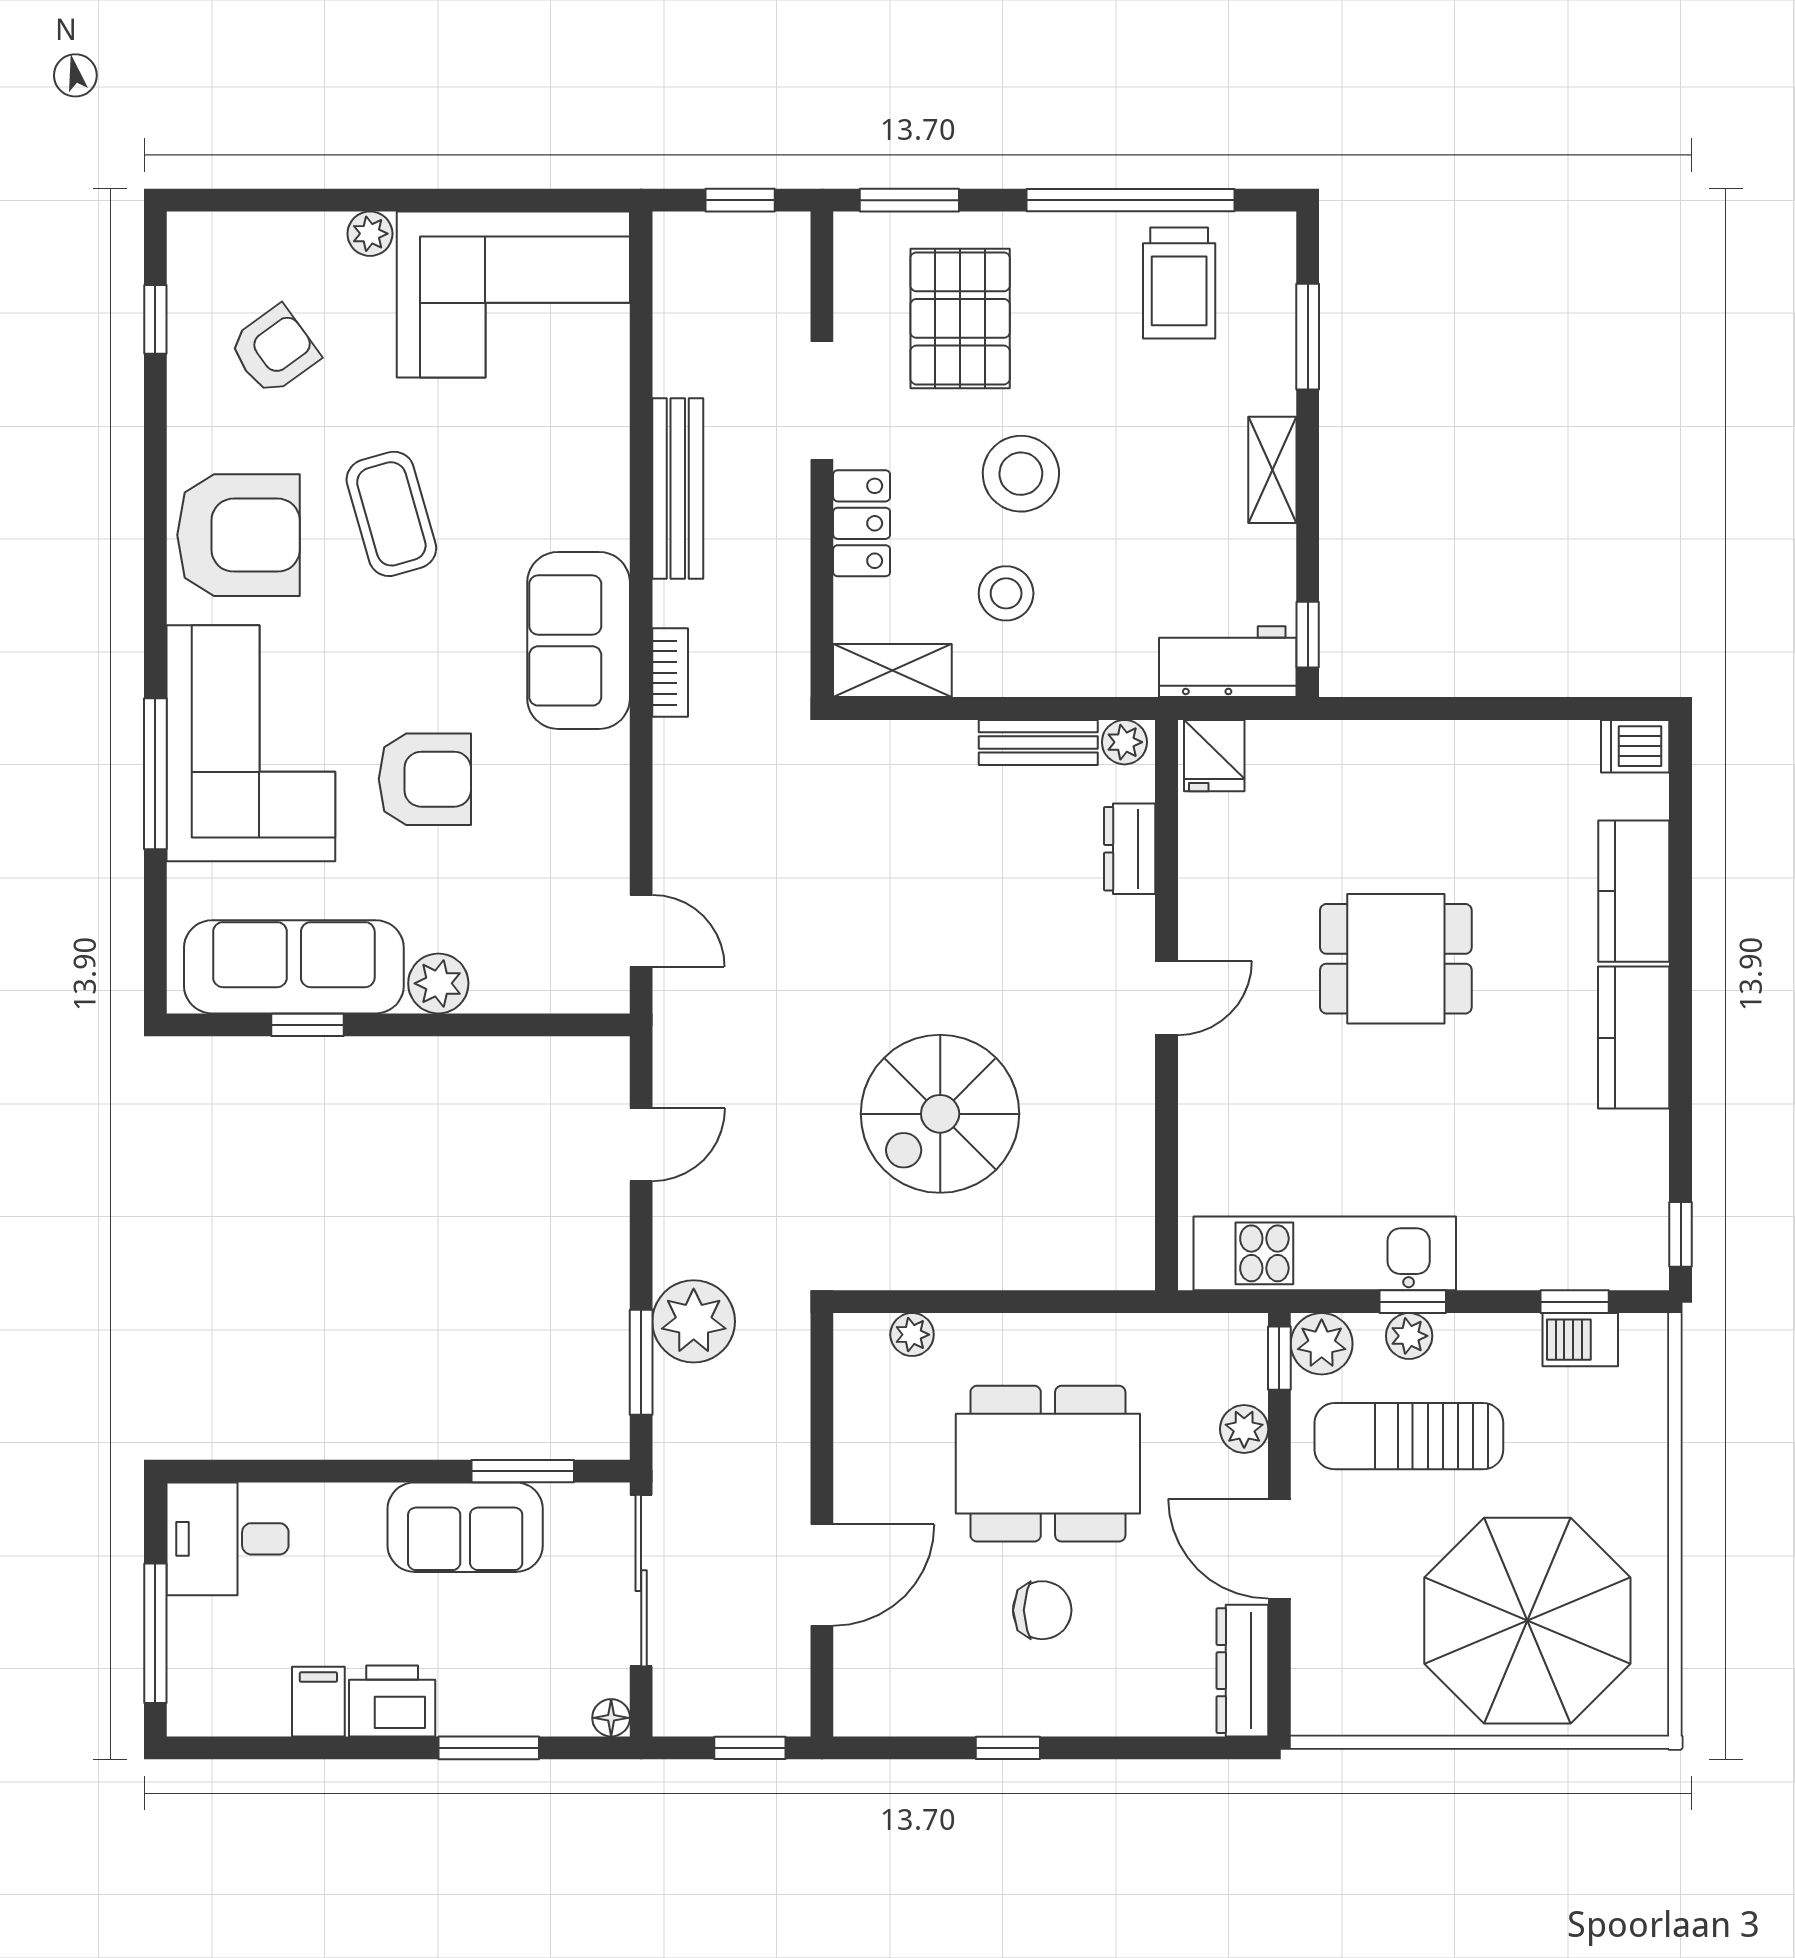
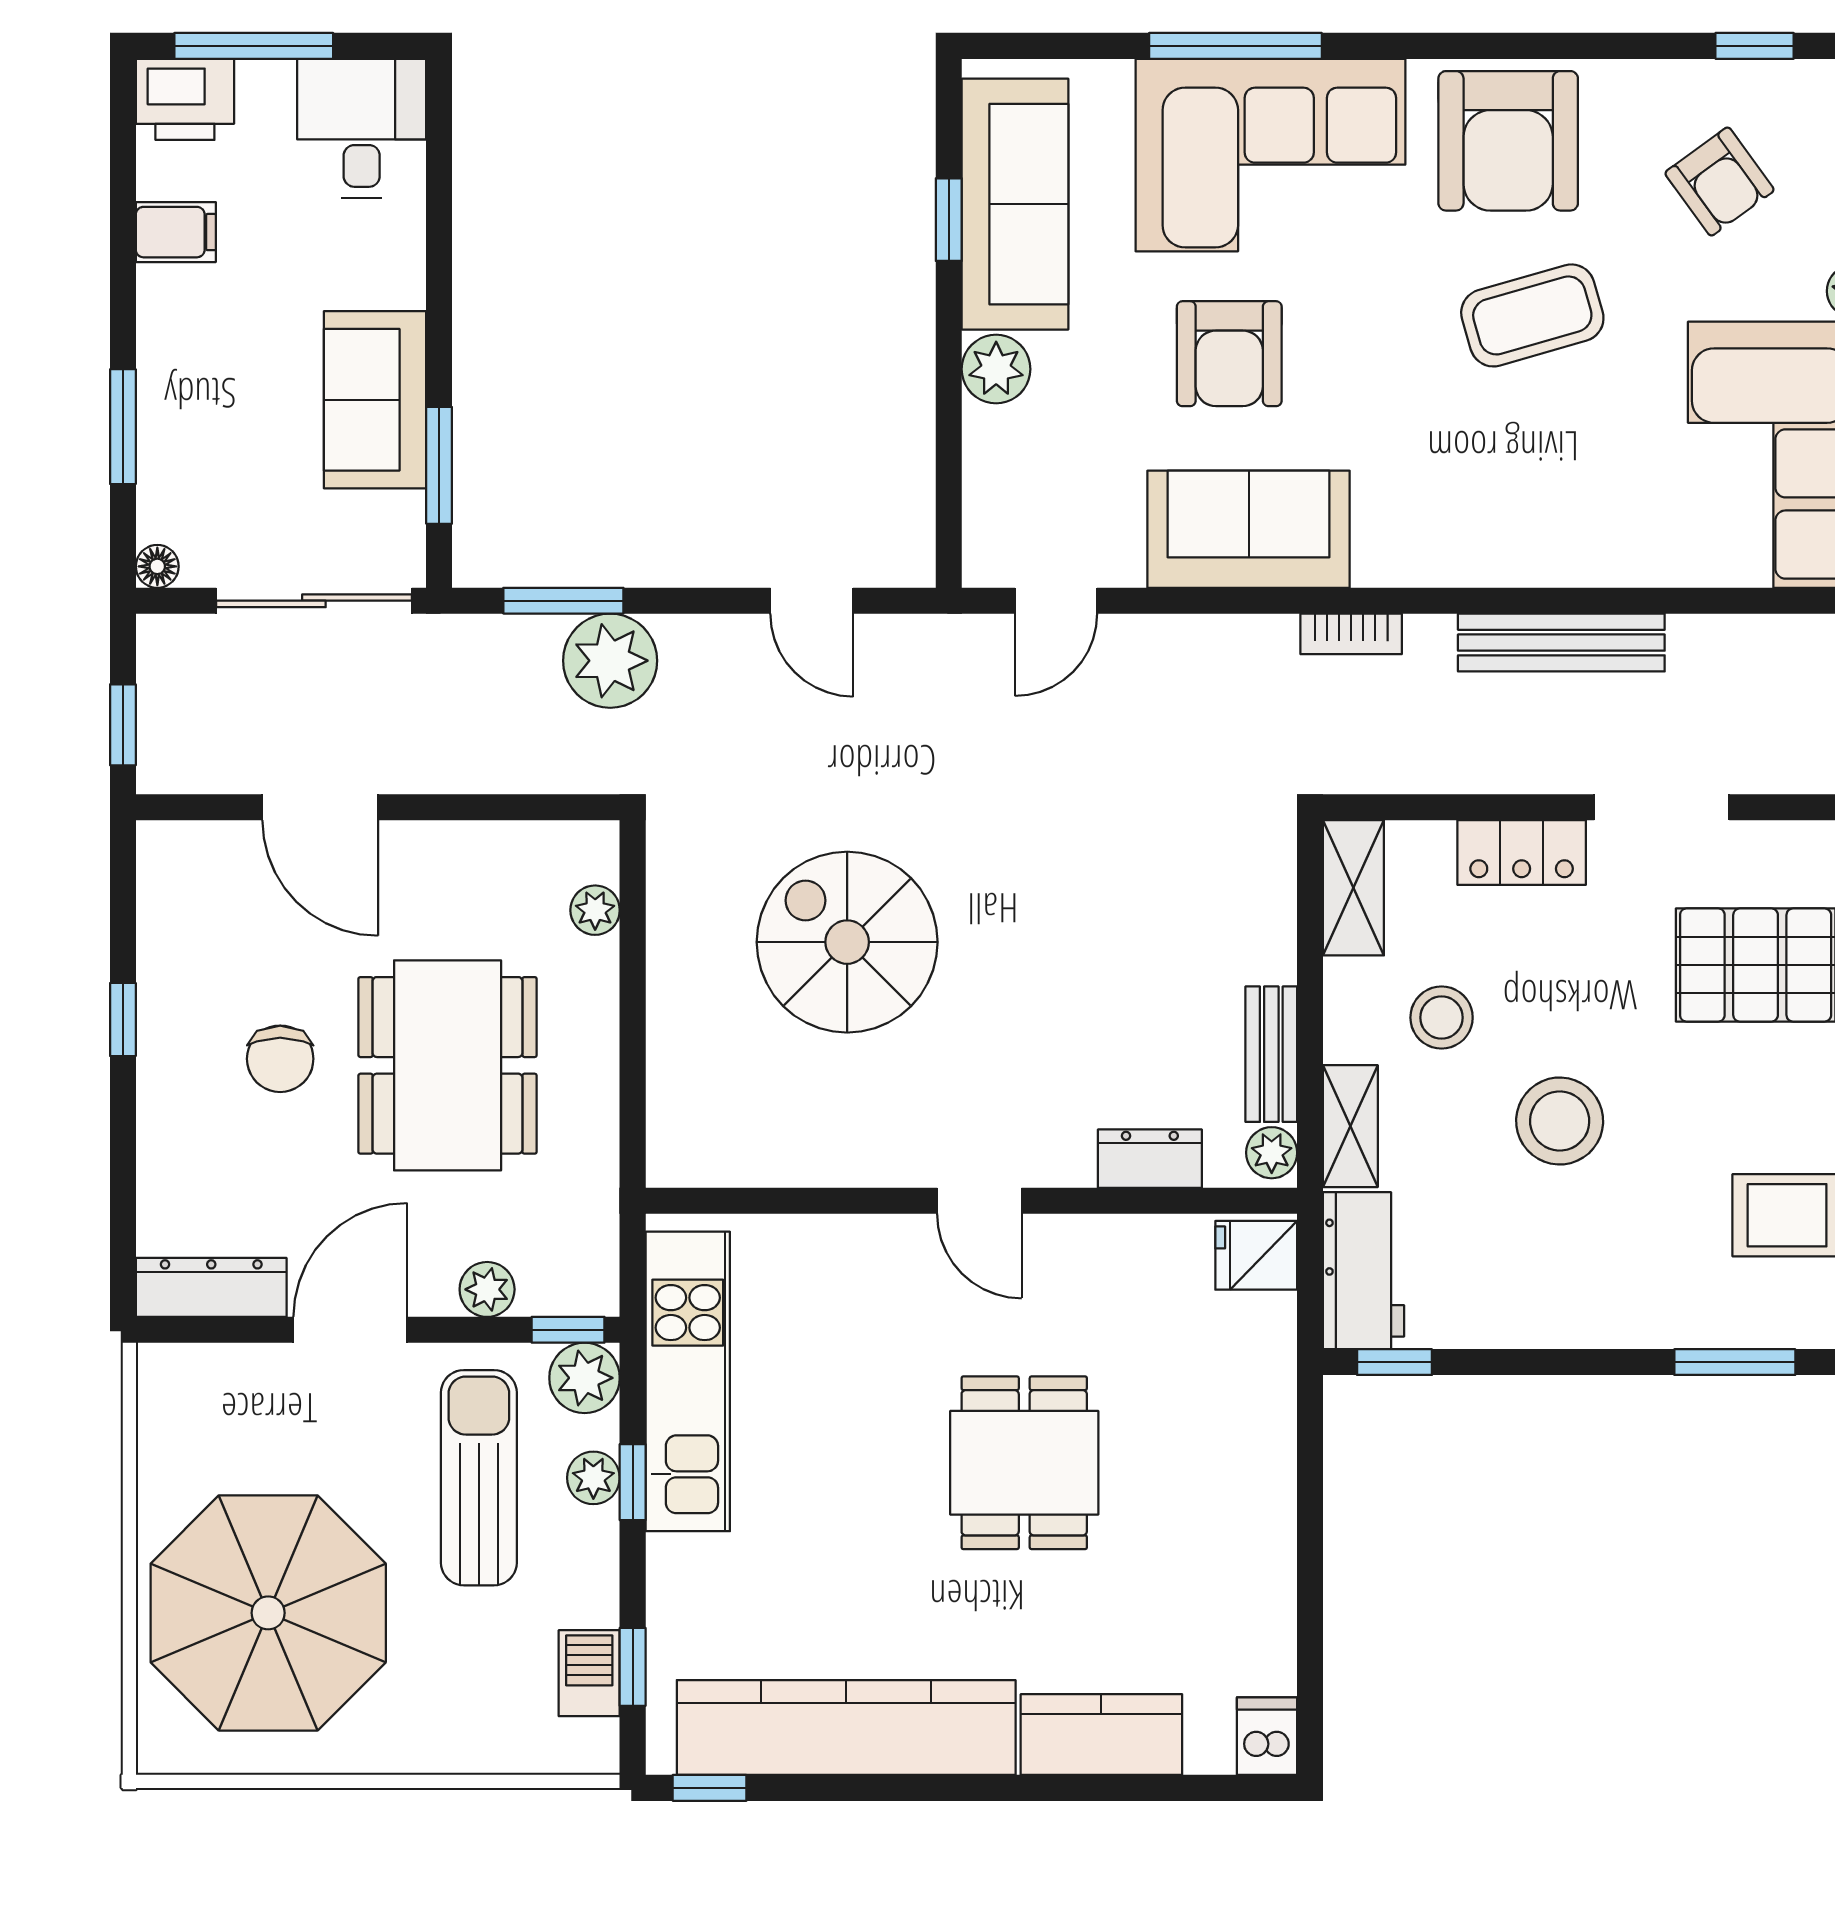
shelving: (1272, 470) -> (1350, 1126), moved, turned 90
stool: (1021, 474) -> (1560, 1121), moved
sofa: (579, 640) -> (1249, 529), moved
kitchen counter: (1634, 1038) -> (846, 1728), width x2.08, depth x1.17
printer: (392, 1701) -> (185, 99), moved, turned 90

